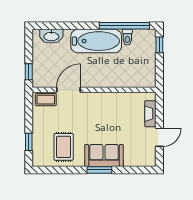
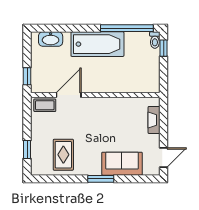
toilet: (127, 37) -> (155, 40), moved
door: (159, 137) -> (164, 158), moved
sofa: (104, 155) -> (122, 164), moved

